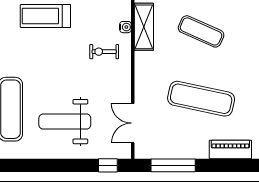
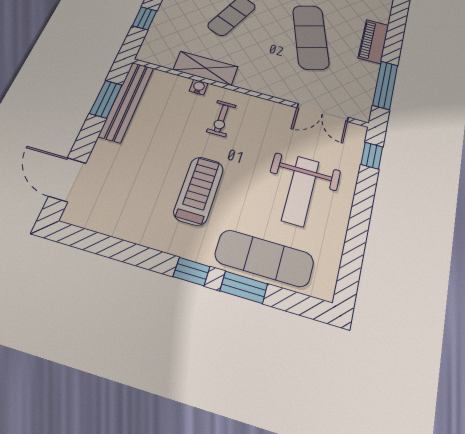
treadmill: (45, 16) -> (199, 190), moved, turned 180
exercise mat: (201, 99) -> (311, 37), turned -30
piano: (230, 149) -> (374, 41), moved

